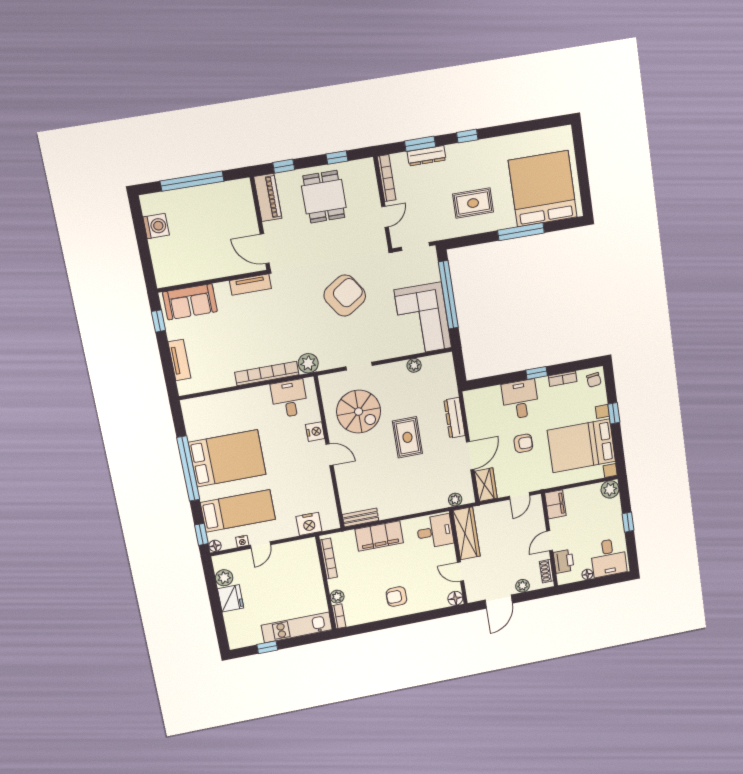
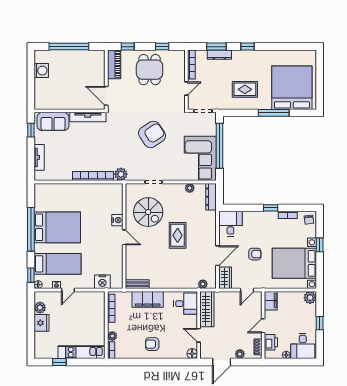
tv unit: (250, 285) -> (88, 117), width x1.41
desk: (289, 399) -> (105, 195), removed
desk: (520, 399) -> (230, 224), moved
dresser: (455, 418) -> (211, 197), moved

